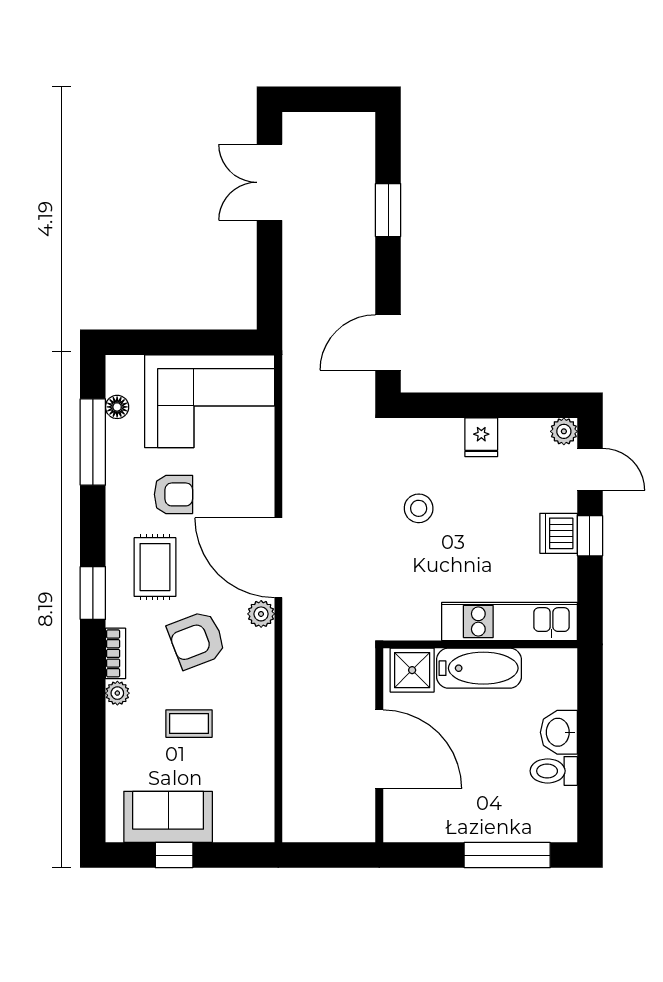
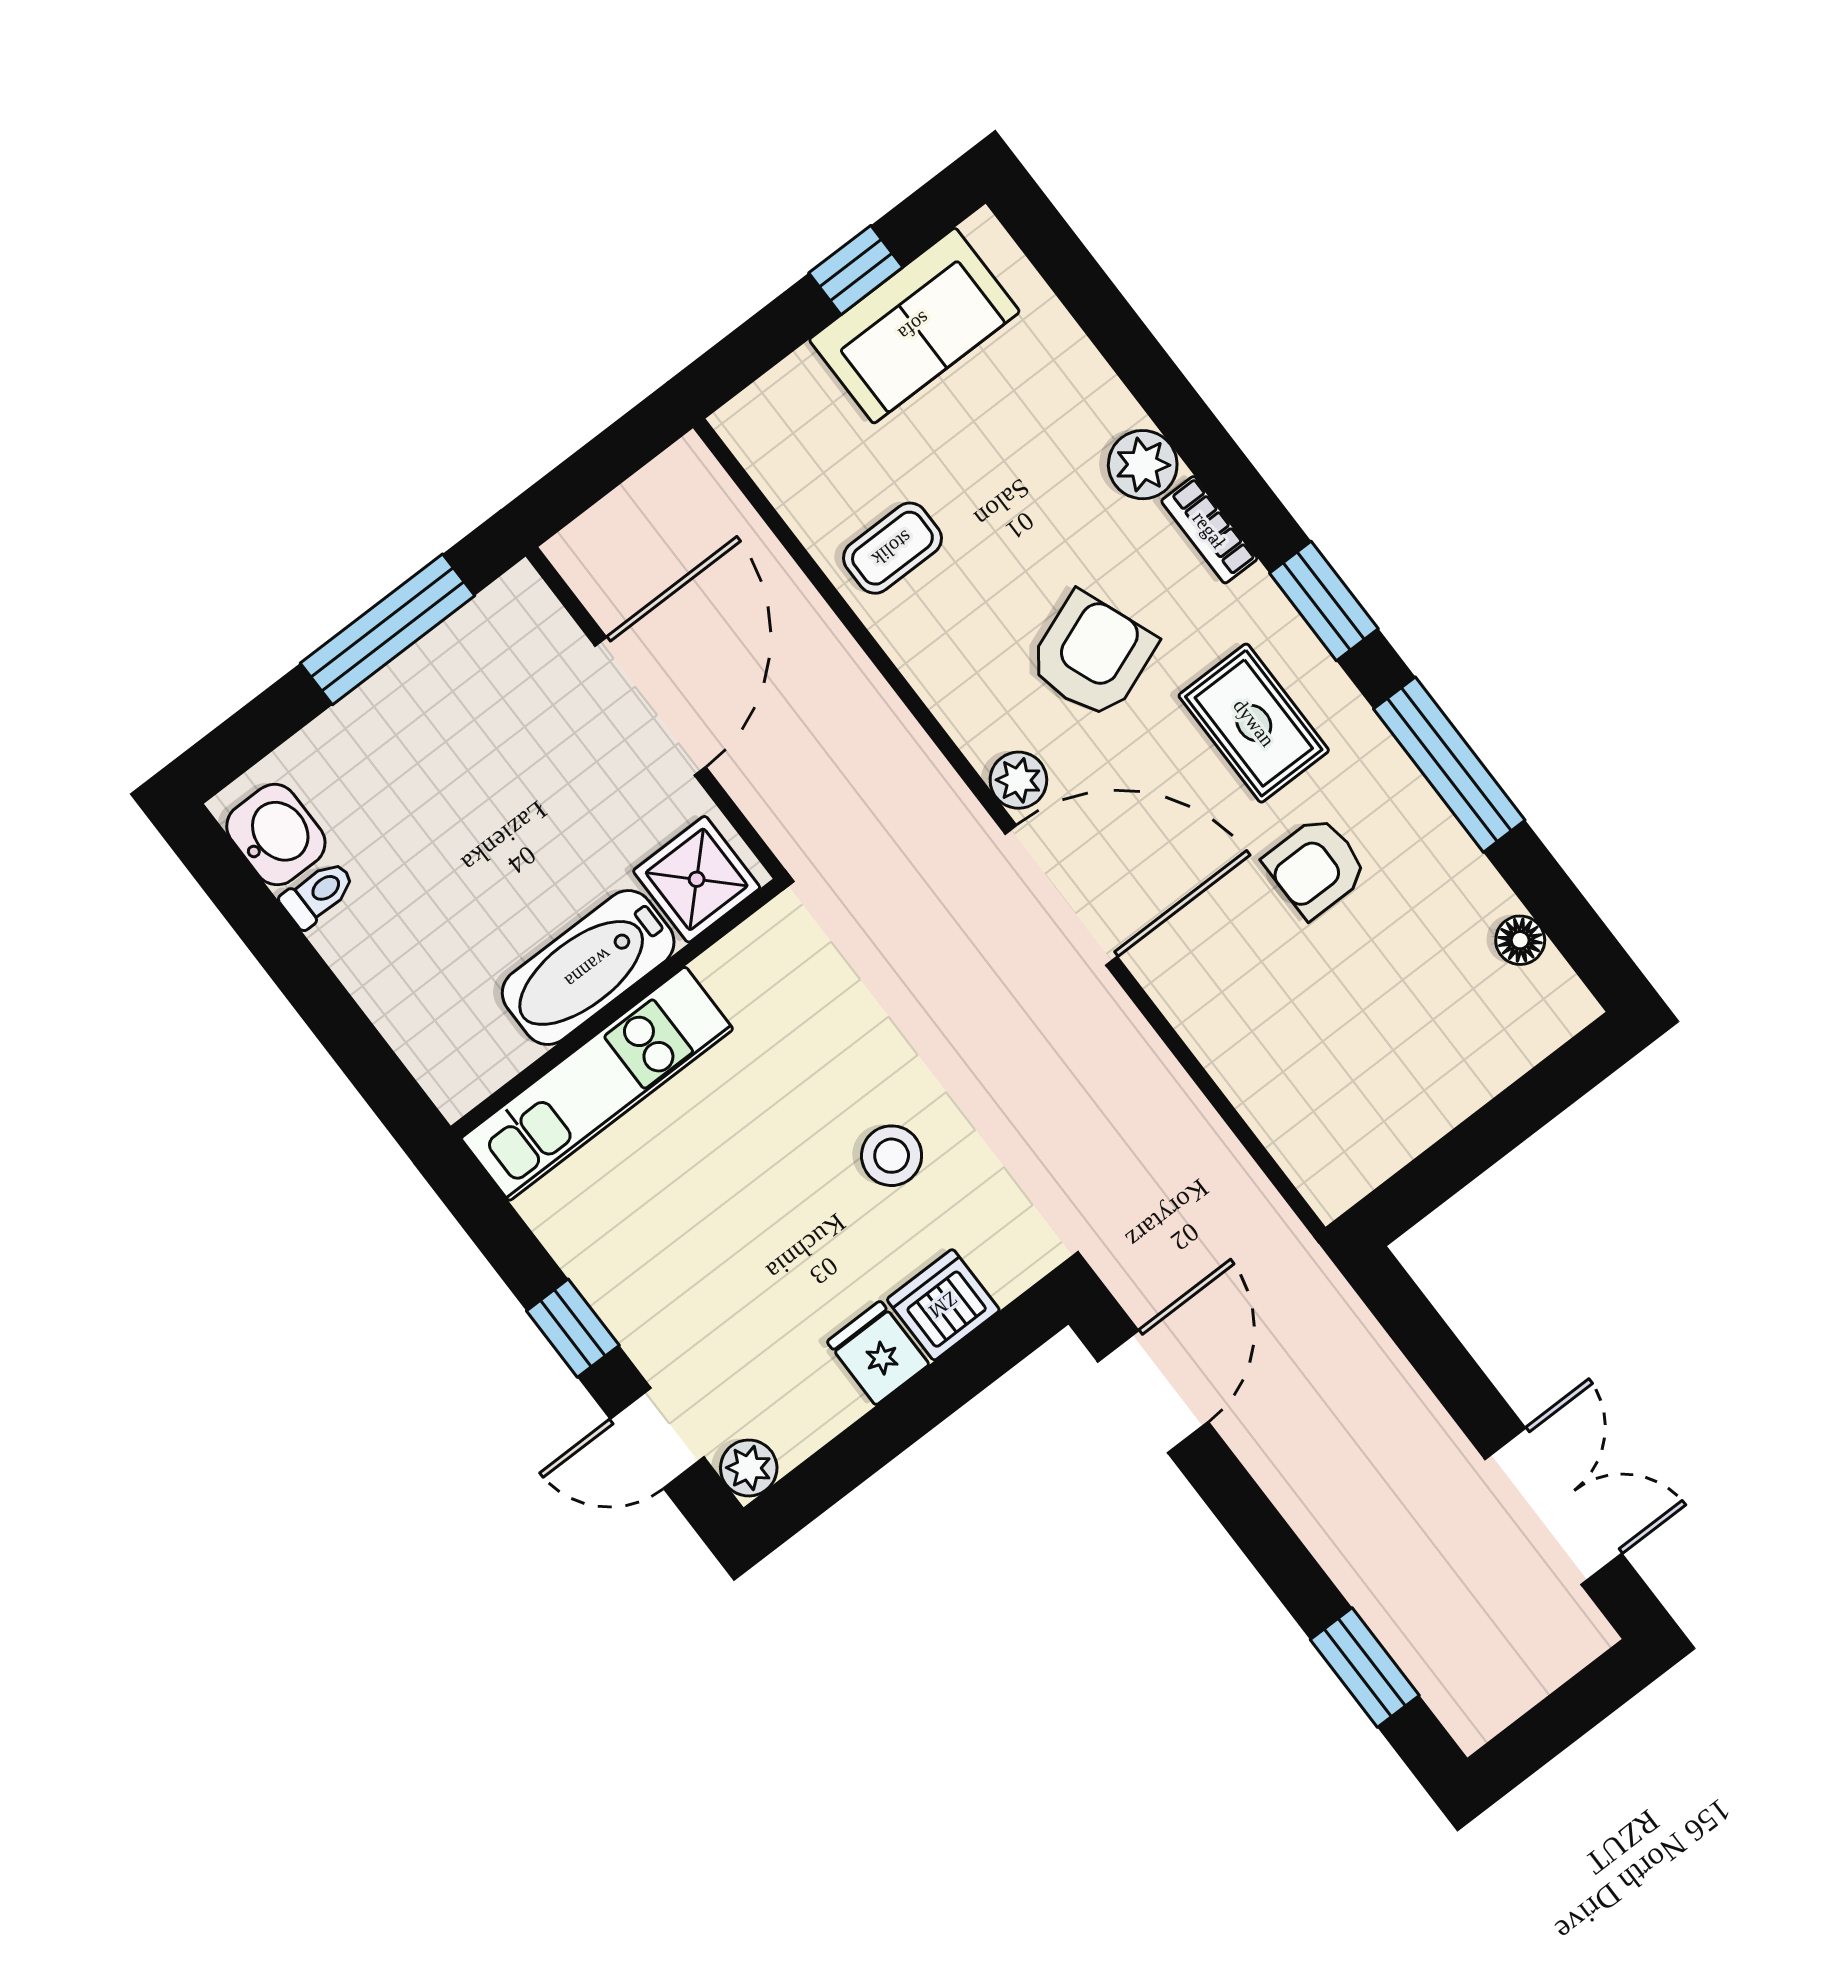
window: (388, 210) -> (1365, 1667), moved
corner sofa: (210, 401) -> (1374, 1067), removed
window: (93, 442) -> (1449, 765), moved
dishwasher: (559, 533) -> (943, 1305), moved, turned -90
plant: (117, 693) -> (1143, 465), width x1.38, depth x1.38
coffee table: (189, 724) -> (892, 548), moved
washbasin: (559, 732) -> (276, 835), moved
door: (379, 749) -> (650, 706), swing flipped
toilet: (554, 771) -> (318, 894), width x0.73, depth x0.72
window: (507, 855) -> (388, 629), moved

